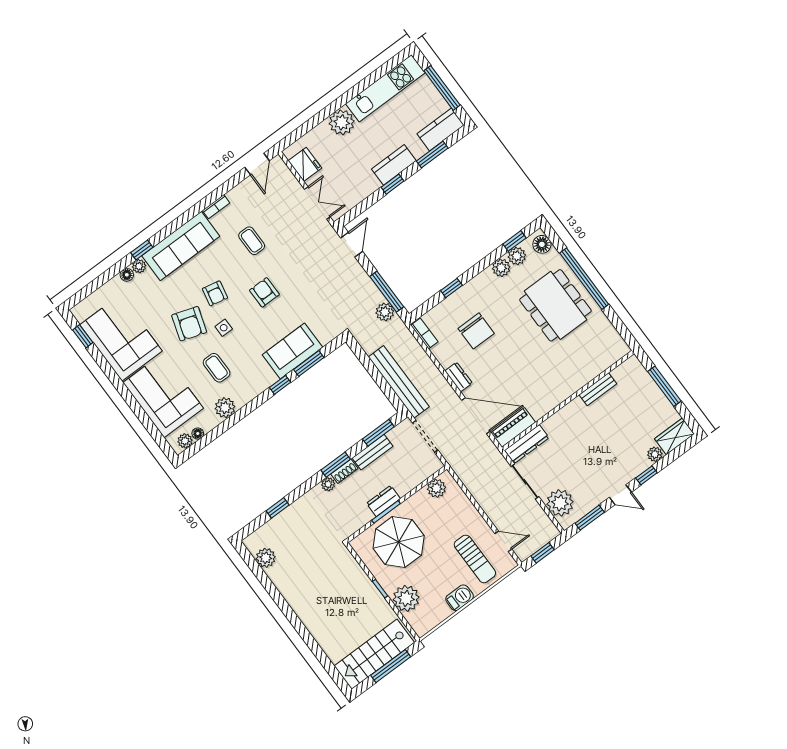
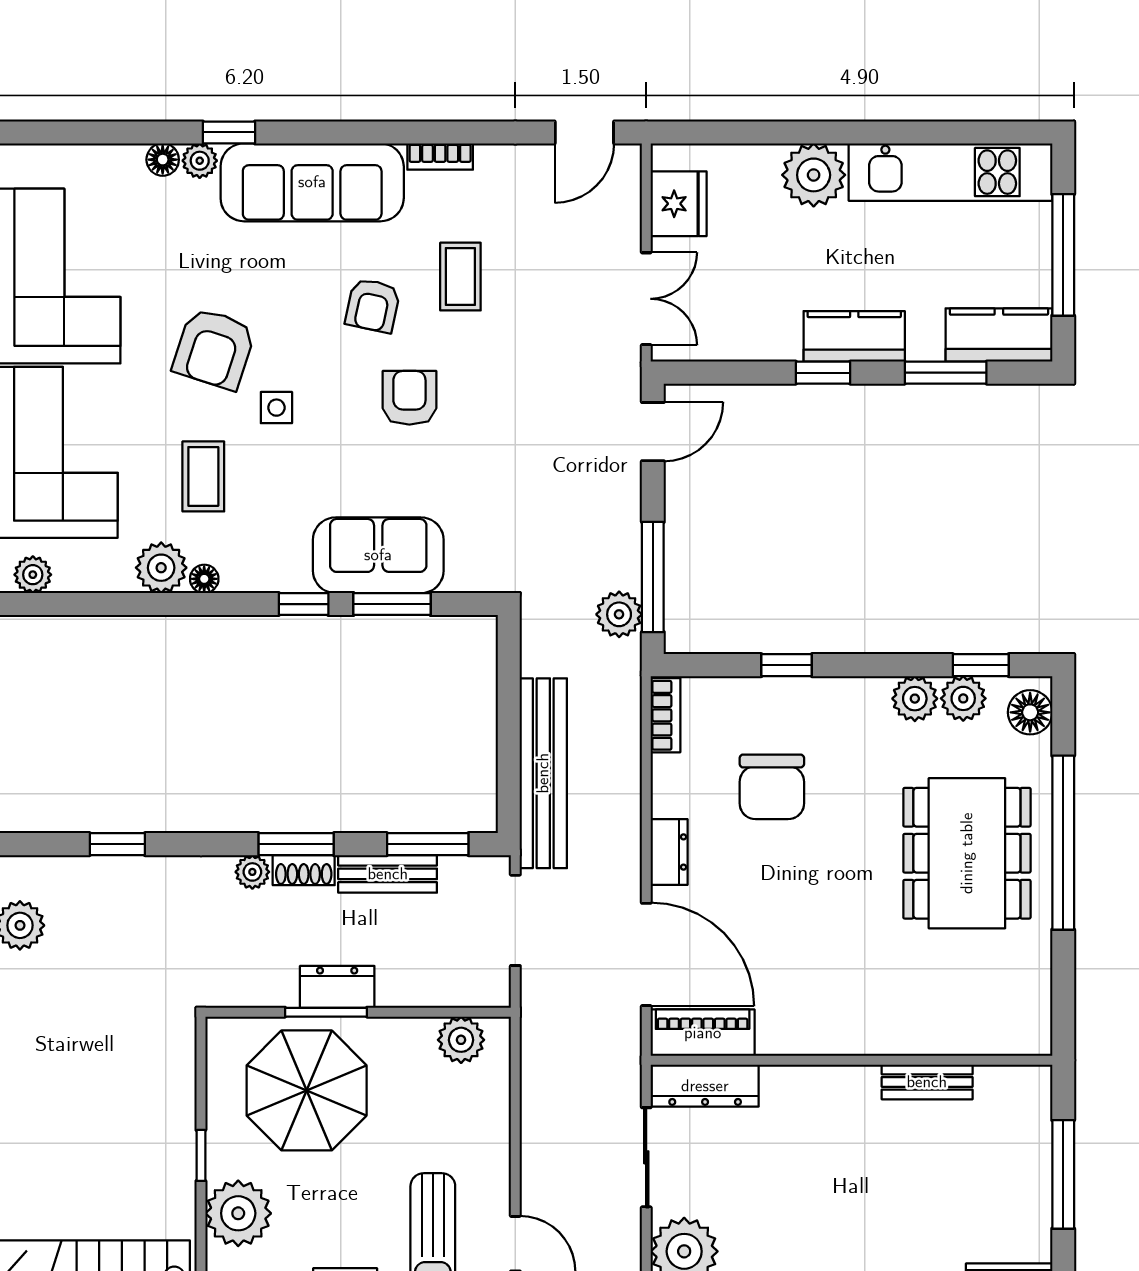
armchair: (215, 293) -> (373, 305), moved
floor lamp: (198, 434) -> (204, 579), moved

